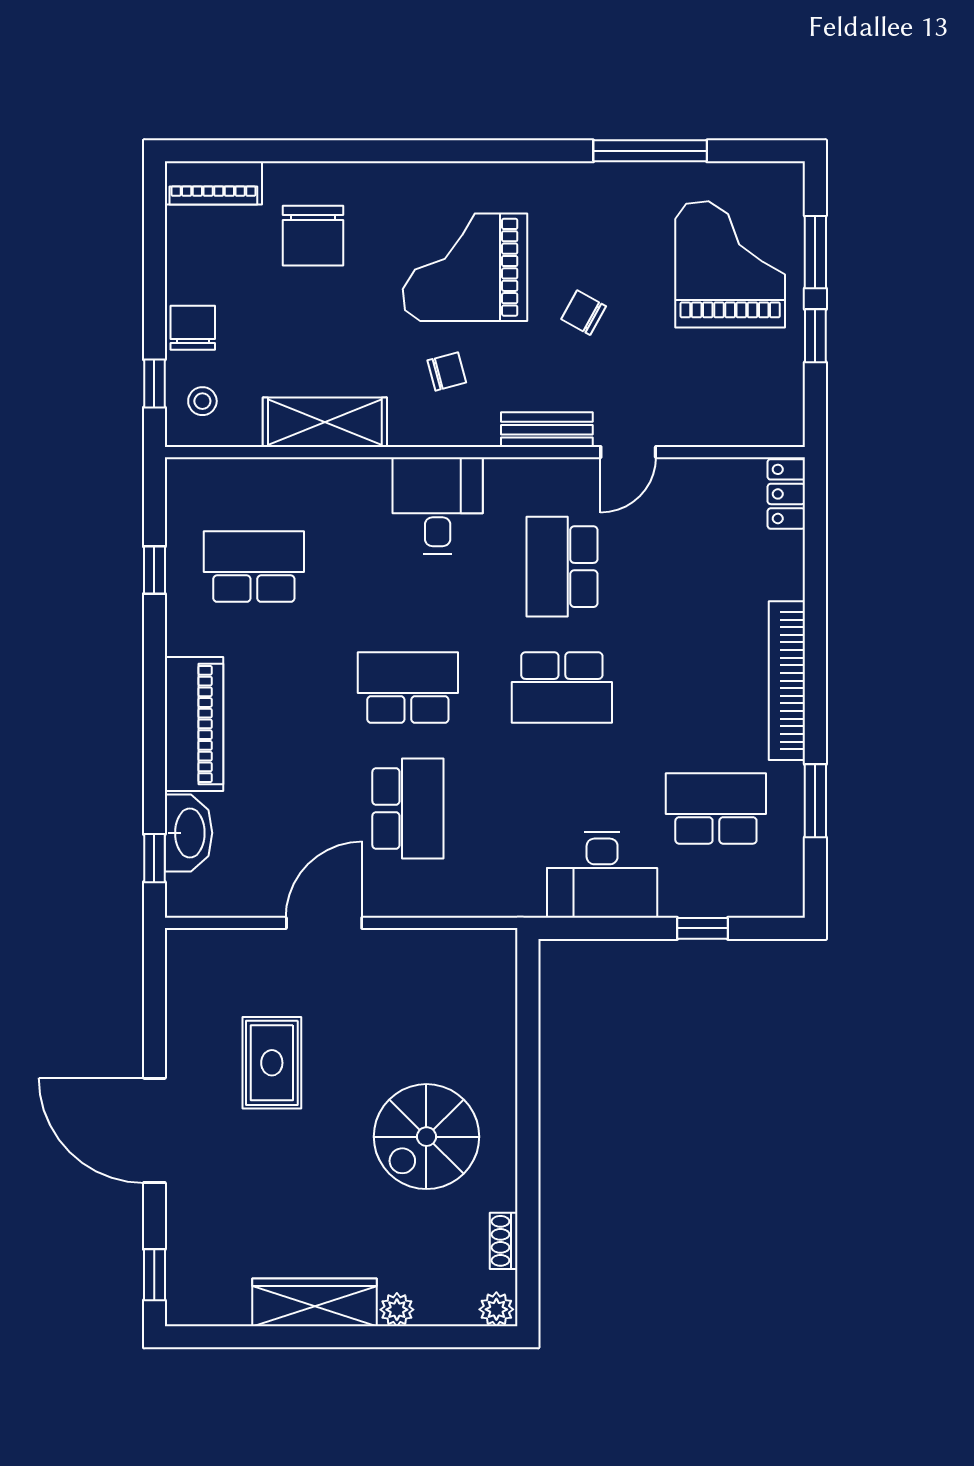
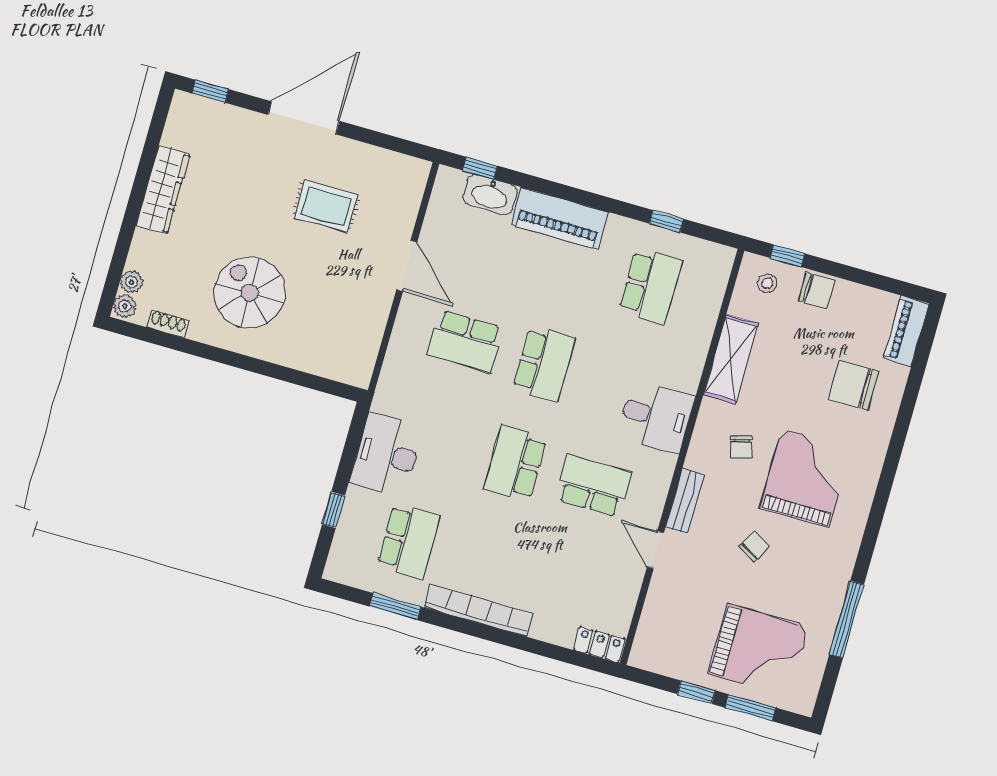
plant: (397, 1310) -> (132, 282), moved

